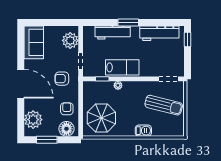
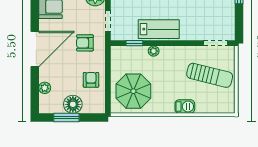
door: (21, 84) -> (35, 49), hinge flipped
plant: (33, 120) -> (45, 88), width x0.53, depth x0.53
floor lamp: (66, 129) -> (73, 104), moved

